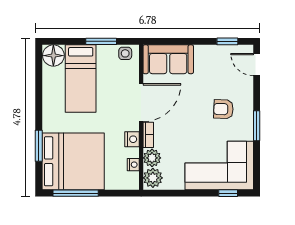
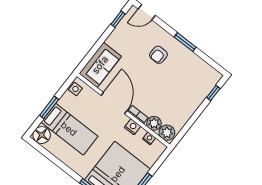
window: (101, 41) -> (49, 107), moved
corner sofa: (219, 165) -> (192, 85), removed

